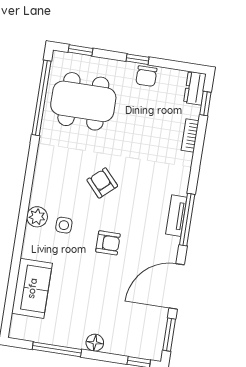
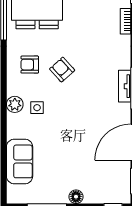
armchair: (108, 243) -> (30, 65), moved, turned 180

